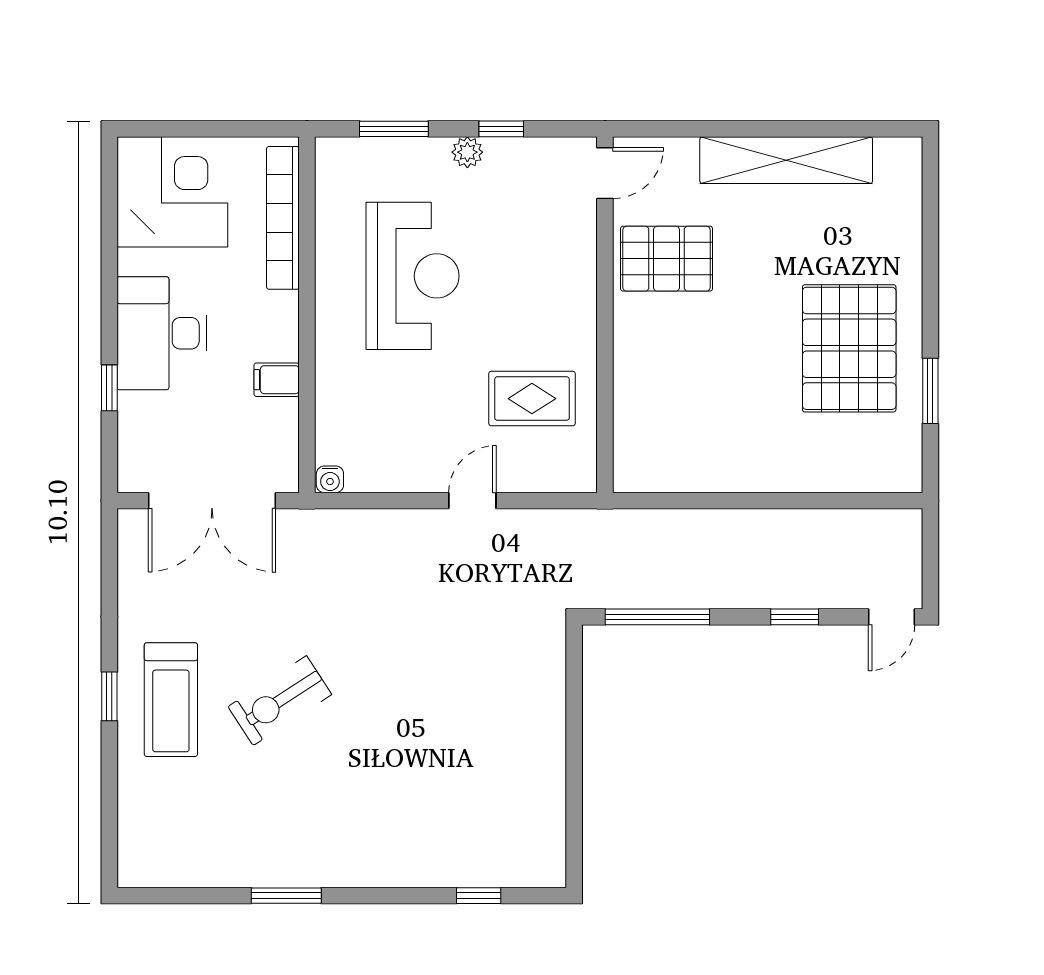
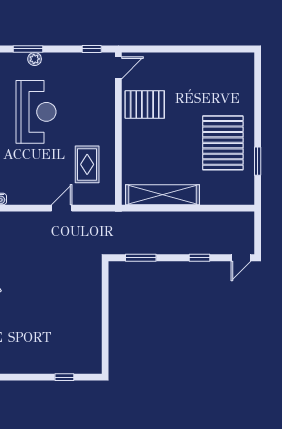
window: (501, 129) -> (92, 49), moved
plant: (467, 152) -> (35, 59), moved
shelving: (786, 160) -> (163, 195), moved
rug: (532, 399) -> (87, 164), turned 90
window: (657, 617) -> (141, 258), width x0.69

